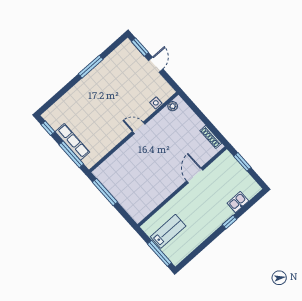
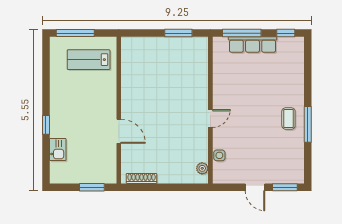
coffee table: (97, 81) -> (288, 118), added
window: (105, 192) -> (178, 33), width x0.69
lab bench: (168, 231) -> (89, 60), turned 90

